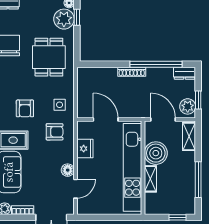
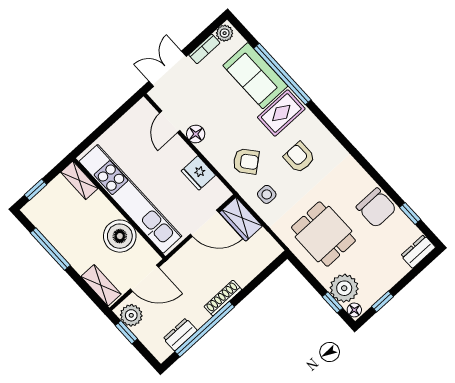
dresser: (185, 73) -> (180, 334), moved
wardrobe: (85, 104) -> (241, 219), added
armchair: (55, 132) -> (246, 161), turned -129
shelving: (150, 179) -> (79, 180), moved

